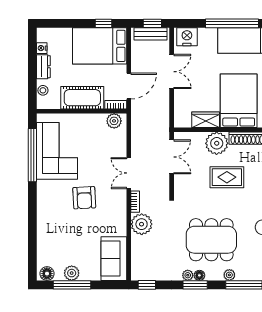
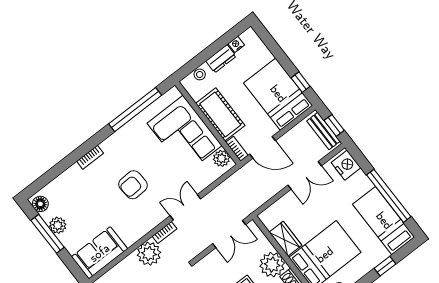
corner sofa: (57, 151) -> (185, 134), moved, turned 90
bookcase: (41, 213) -> (90, 157), added

